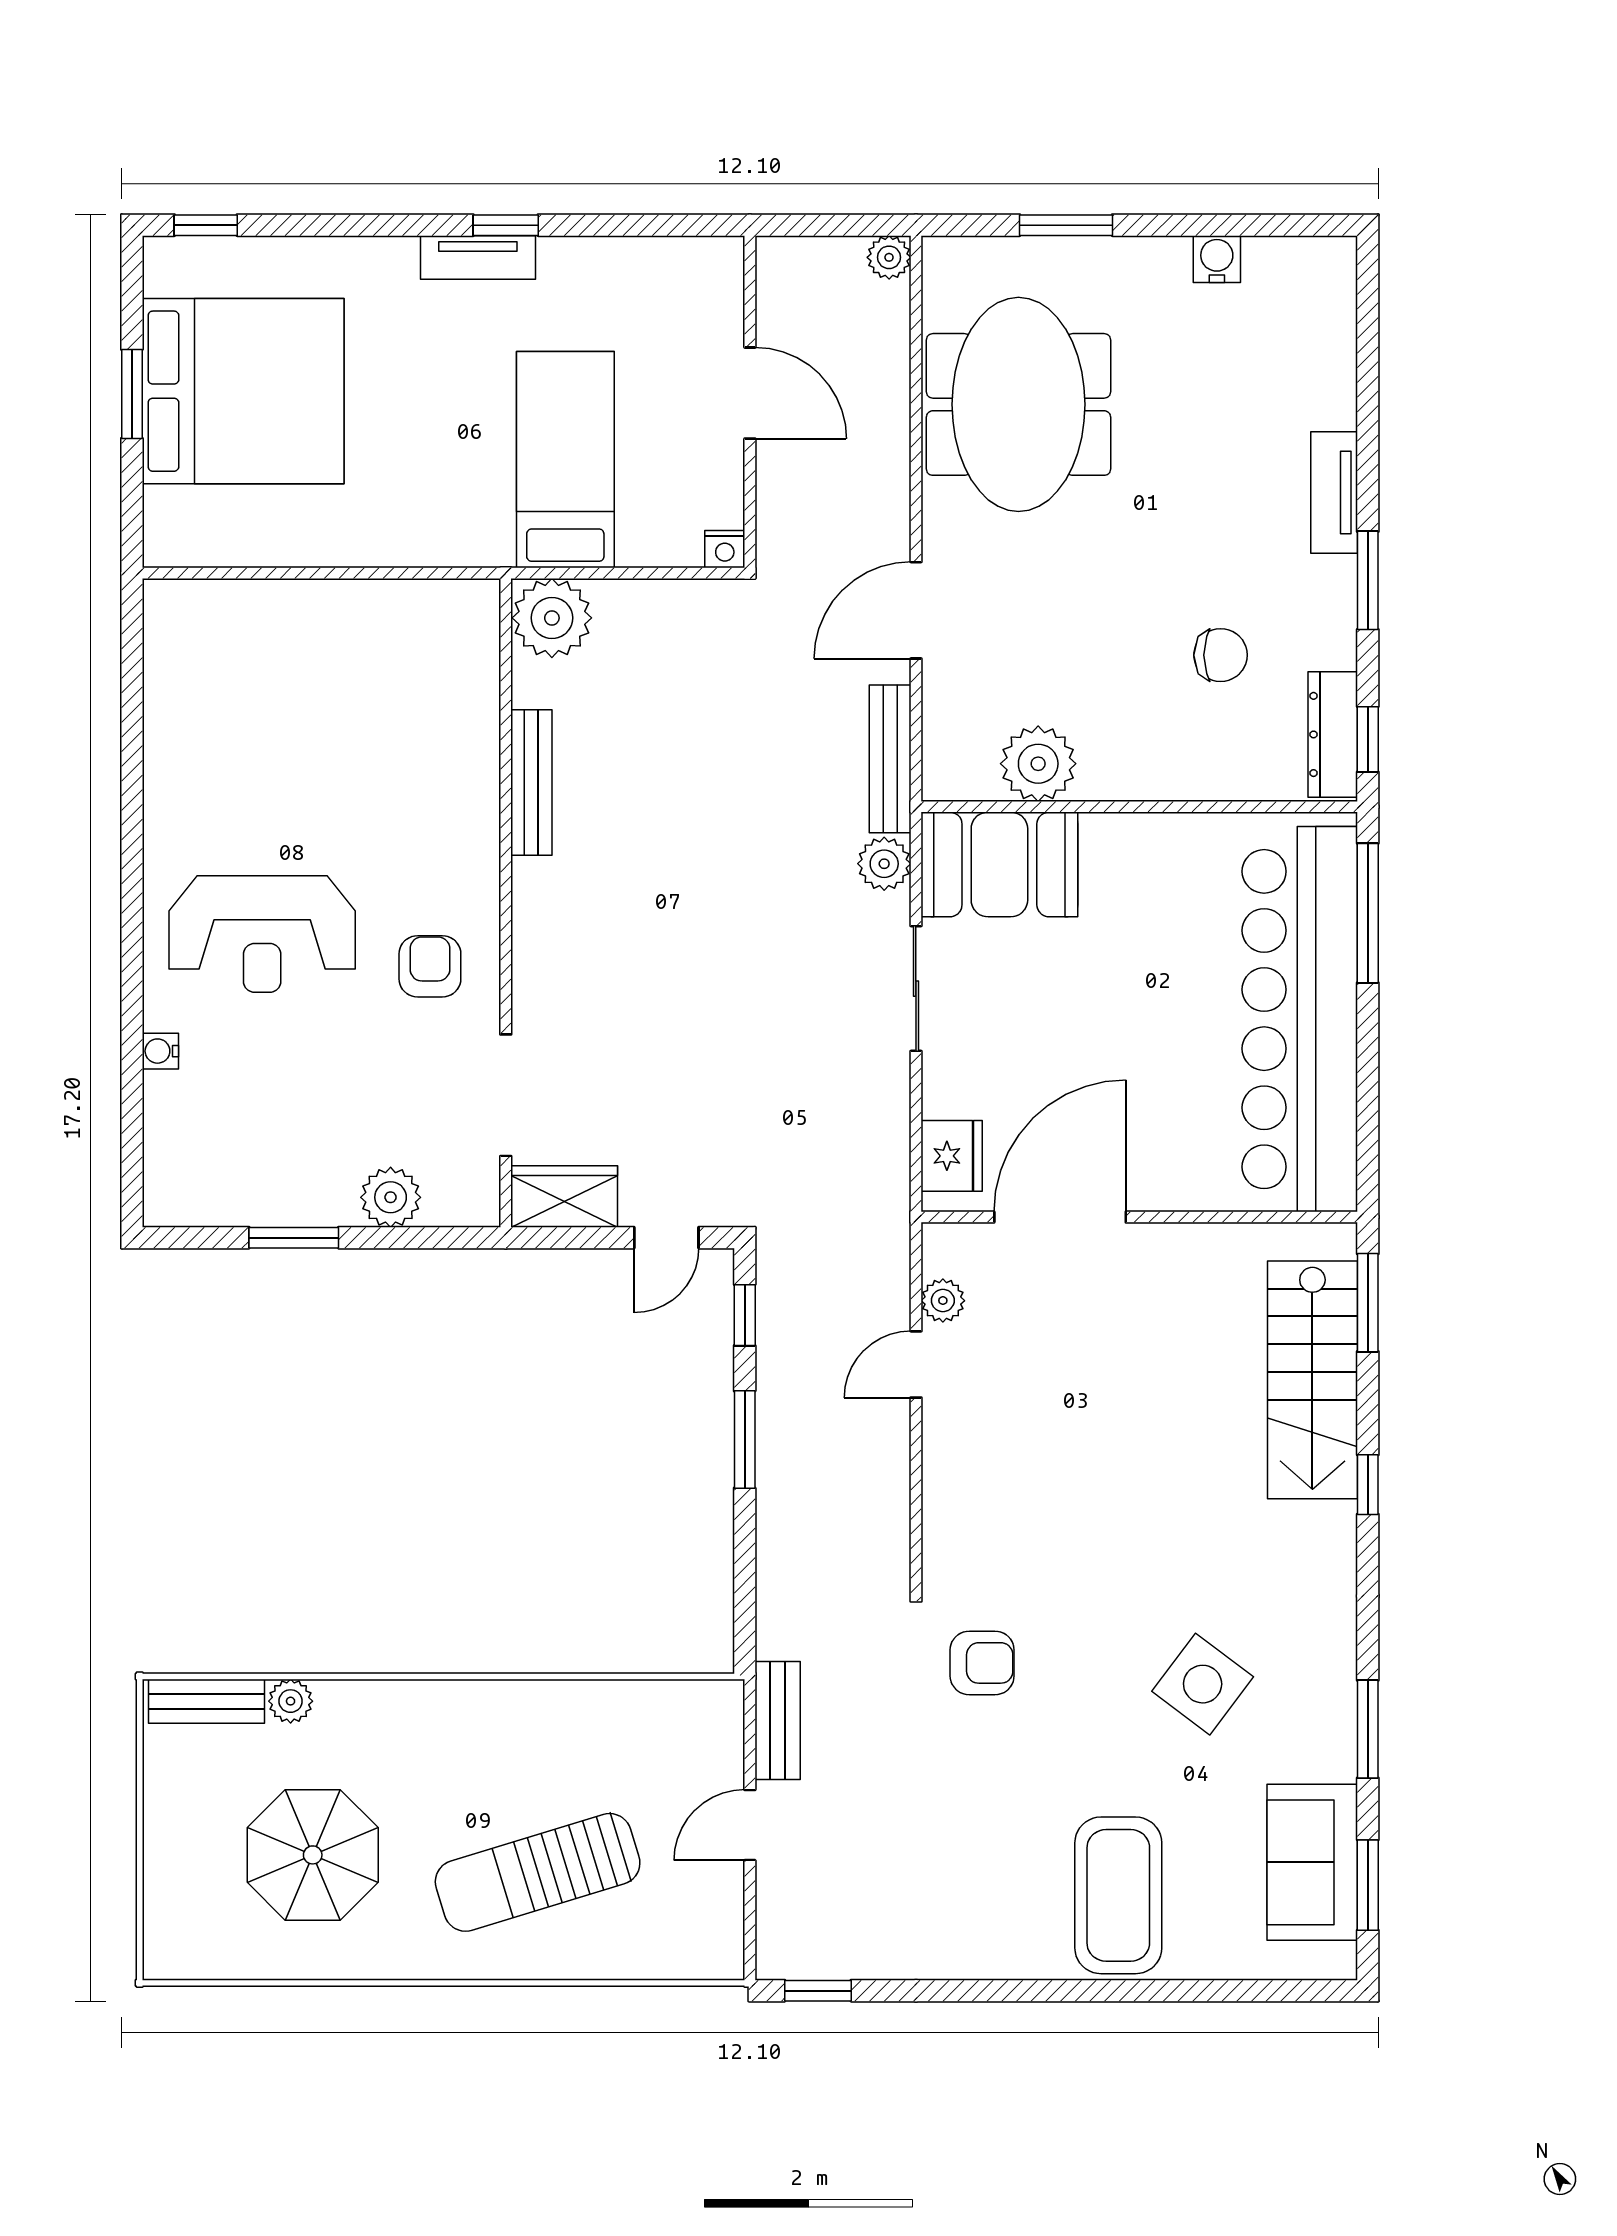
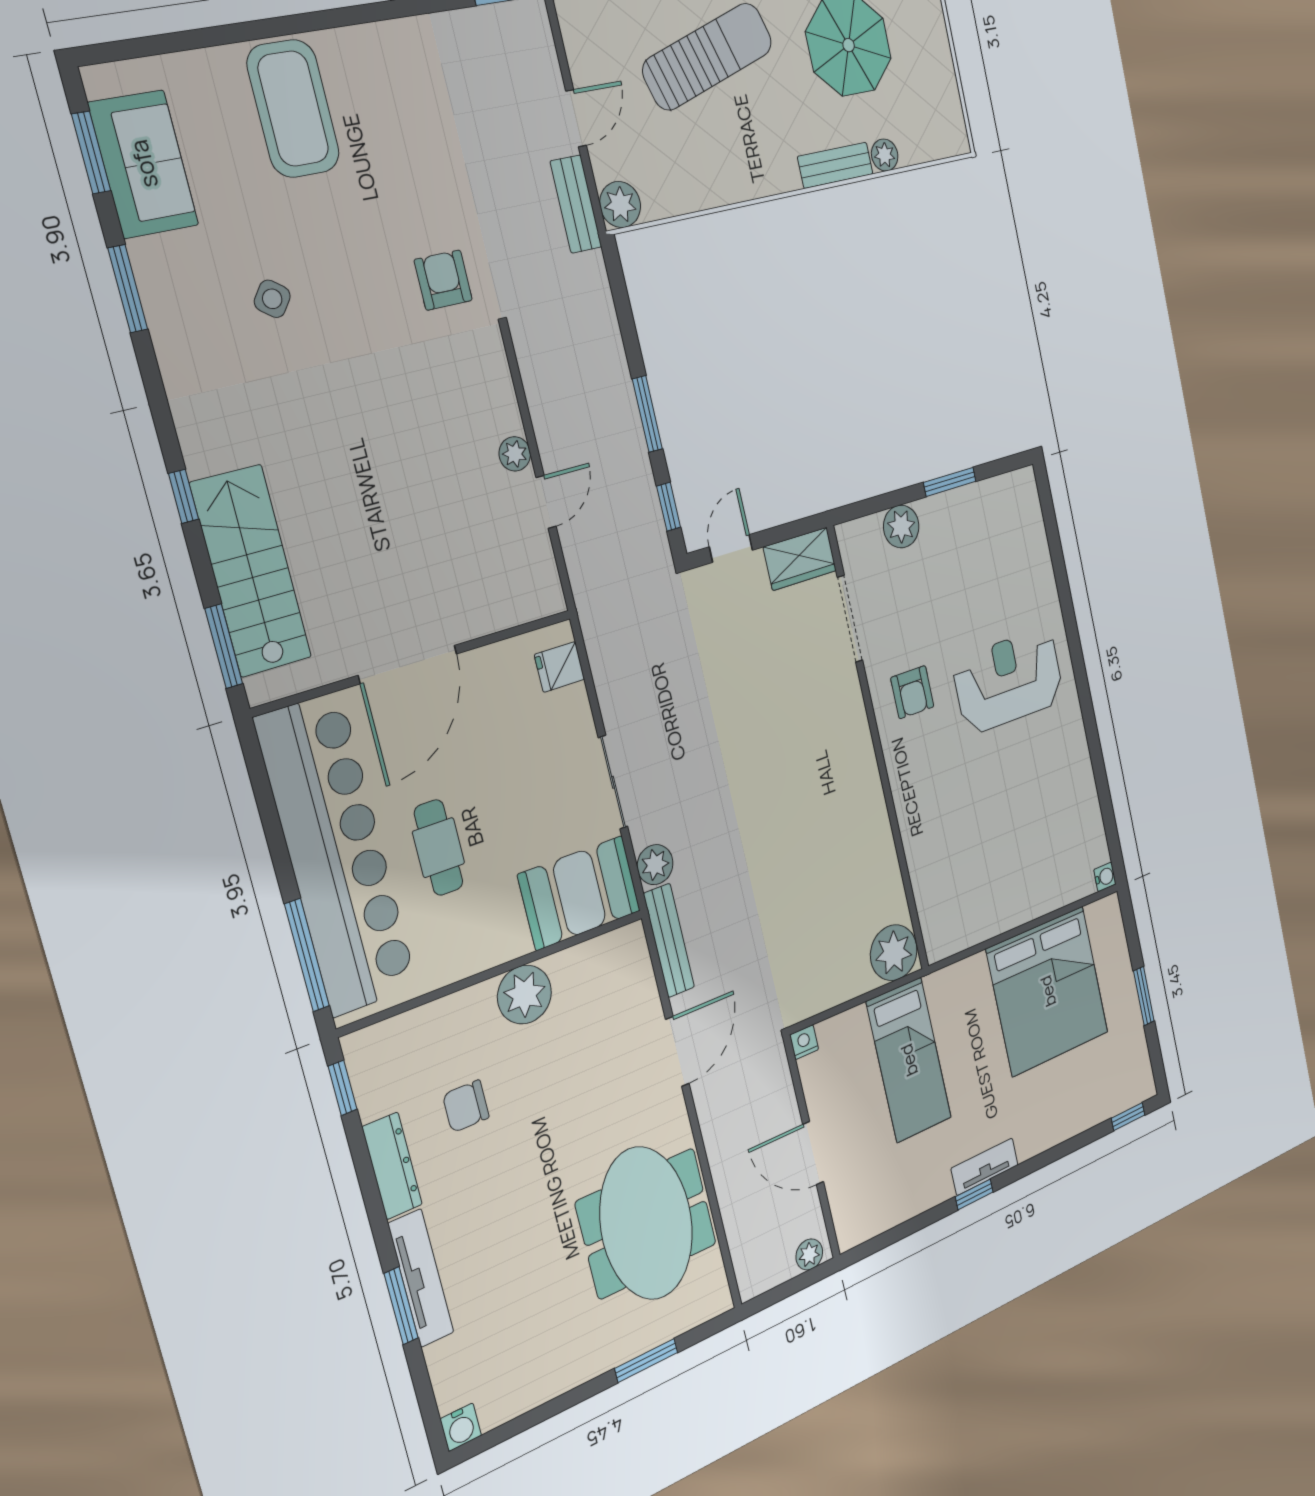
plant: (889, 257) -> (809, 1254), moved
water cooler: (1217, 259) -> (461, 1427), moved
bed: (243, 391) -> (1048, 991), moved, turned -90
tv unit: (1334, 493) -> (421, 1278), width x1.41
window: (1368, 580) -> (401, 1306), moved
dresser: (1333, 734) -> (392, 1166), moved
plant: (1038, 764) -> (524, 995), moved
bench: (531, 783) -> (881, 838), removed
cafe table: (1171, 984) -> (438, 848), added
water cooler: (160, 1051) -> (1105, 877), moved
fridge: (952, 1156) -> (559, 667), width x0.72
door: (1060, 1217) -> (408, 664), moved
plant: (943, 1301) -> (515, 454), moved
armchair: (982, 1663) -> (443, 280), turned 90
side table: (1203, 1684) -> (272, 299), width x0.54, depth x0.54
bench: (206, 1701) -> (835, 165), moved
plant: (715, 1709) -> (620, 205), added

